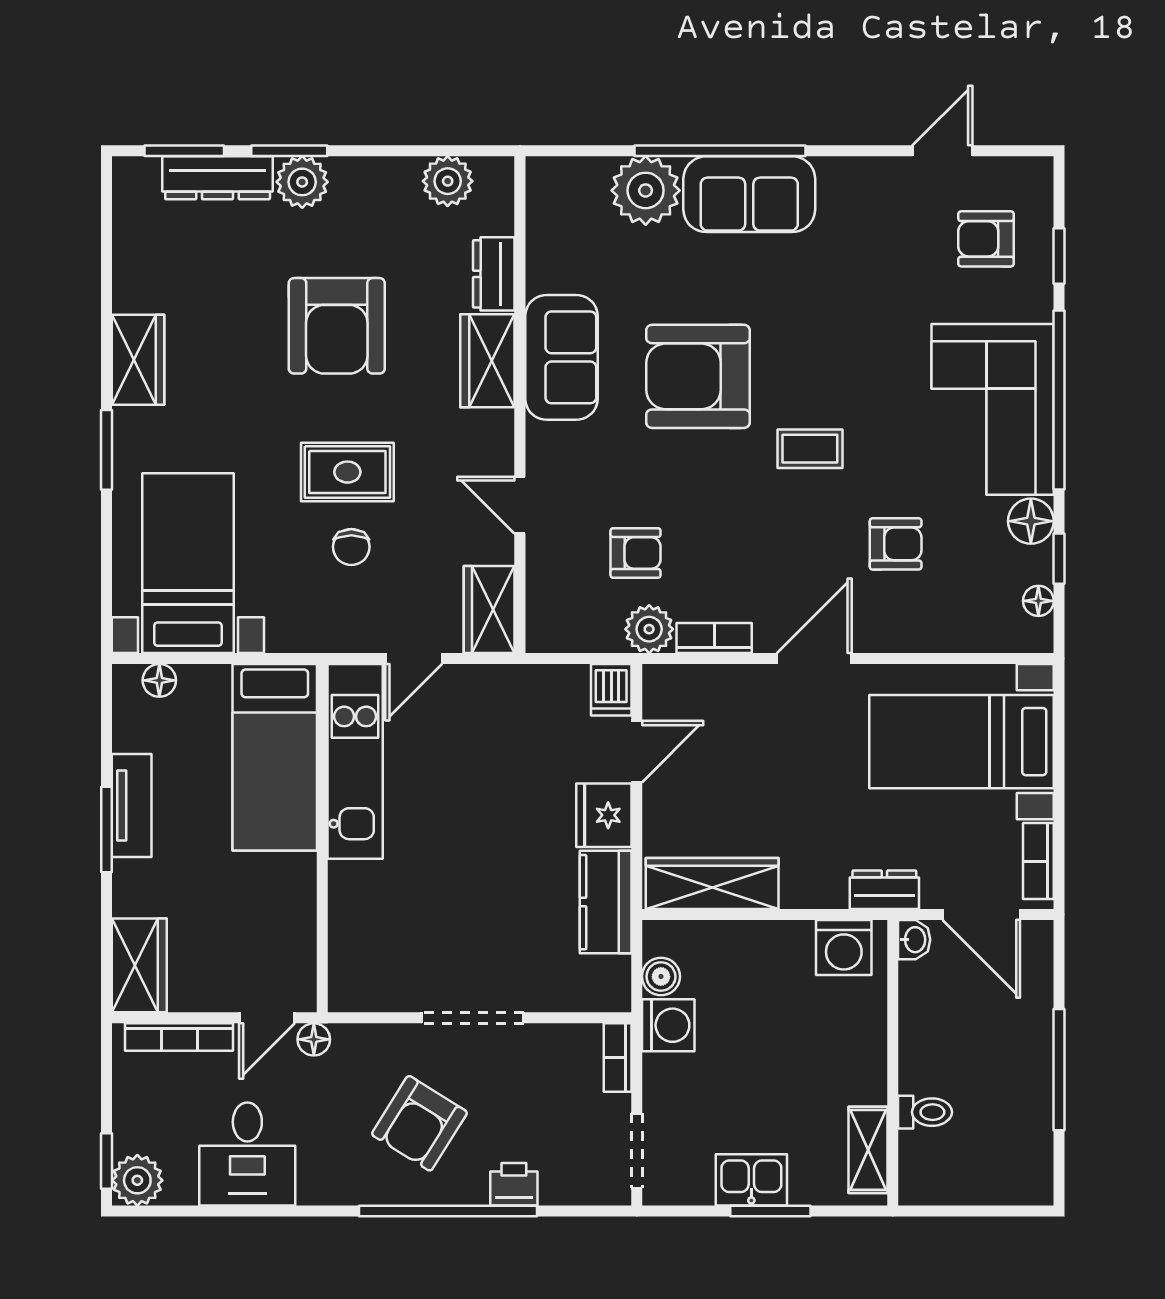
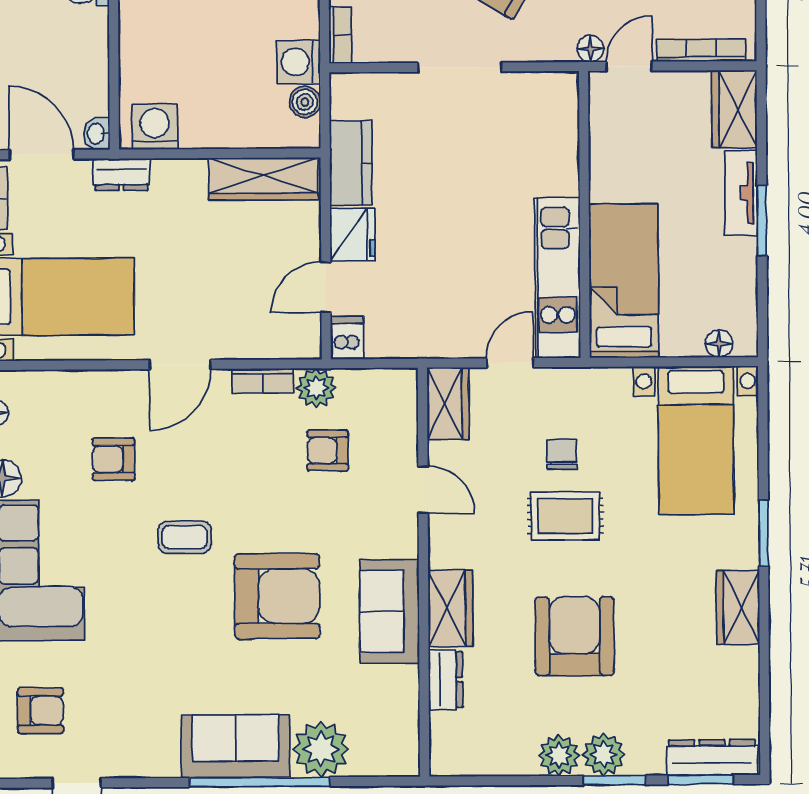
dresser: (218, 178) -> (712, 757), moved
plant: (448, 181) -> (559, 755), moved
tv unit: (132, 806) -> (741, 193), moved

